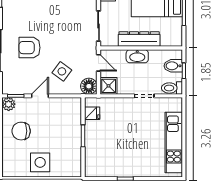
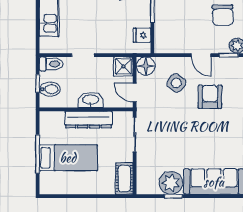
armchair: (30, 48) -> (210, 97), moved, turned -90
door: (40, 96) -> (201, 55), hinge flipped
chair: (21, 131) -> (223, 15), turned 89

